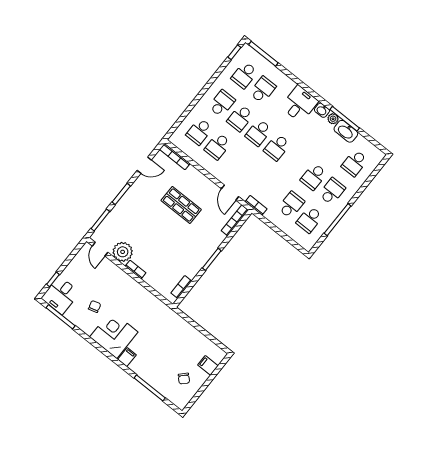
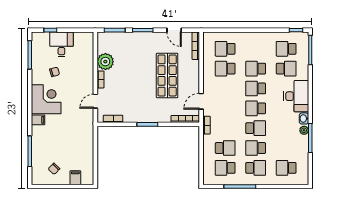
school desk: (222, 103) -> (256, 128), moved
desk: (300, 104) -> (296, 96), width x1.37
washbasin: (346, 131) -> (303, 145), removed
shop shelf: (181, 205) -> (167, 75), width x1.43, depth x1.36
door: (100, 249) -> (95, 101), moved
desk: (61, 295) -> (61, 44), moved, turned 90

